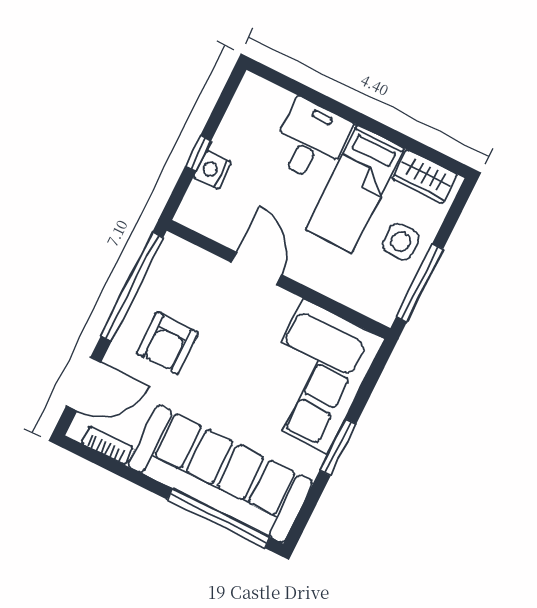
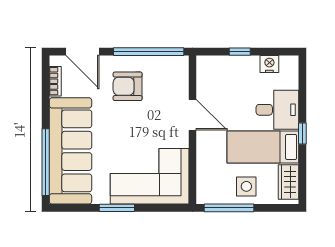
window: (364, 121) -> (302, 133), added
nightstand: (212, 170) -> (269, 64), moved
door: (256, 268) -> (193, 115), hinge flipped

